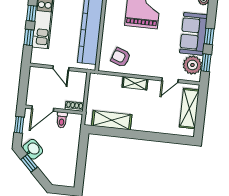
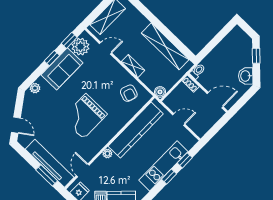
door: (61, 68) -> (179, 119), hinge flipped
boiler: (95, 79) -> (160, 92), added
toilet: (62, 120) -> (198, 71), moved
shelving: (112, 120) -> (165, 46), width x1.47
window: (19, 125) -> (242, 102), removed
window: (29, 163) -> (256, 56), moved

